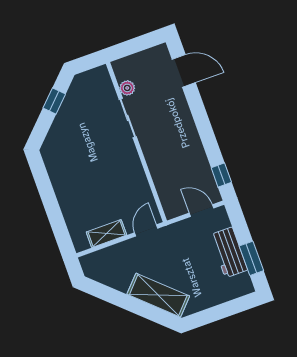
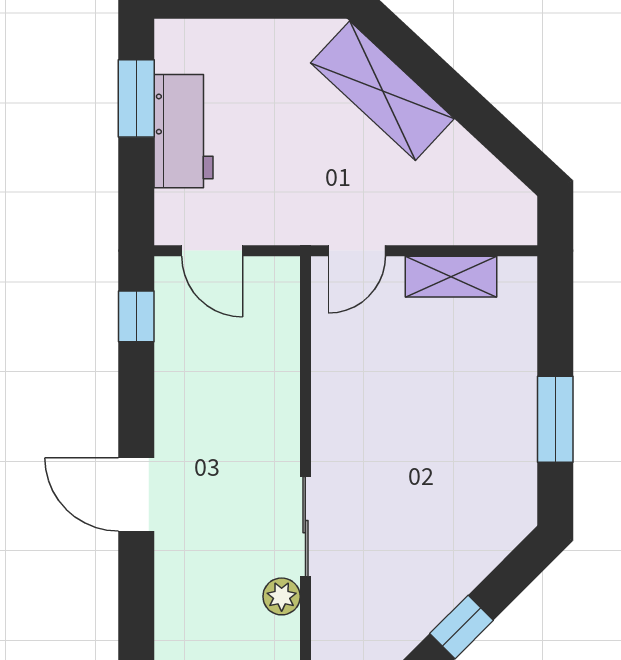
door: (184, 71) -> (136, 495), moved
window: (47, 193) -> (555, 419), added

